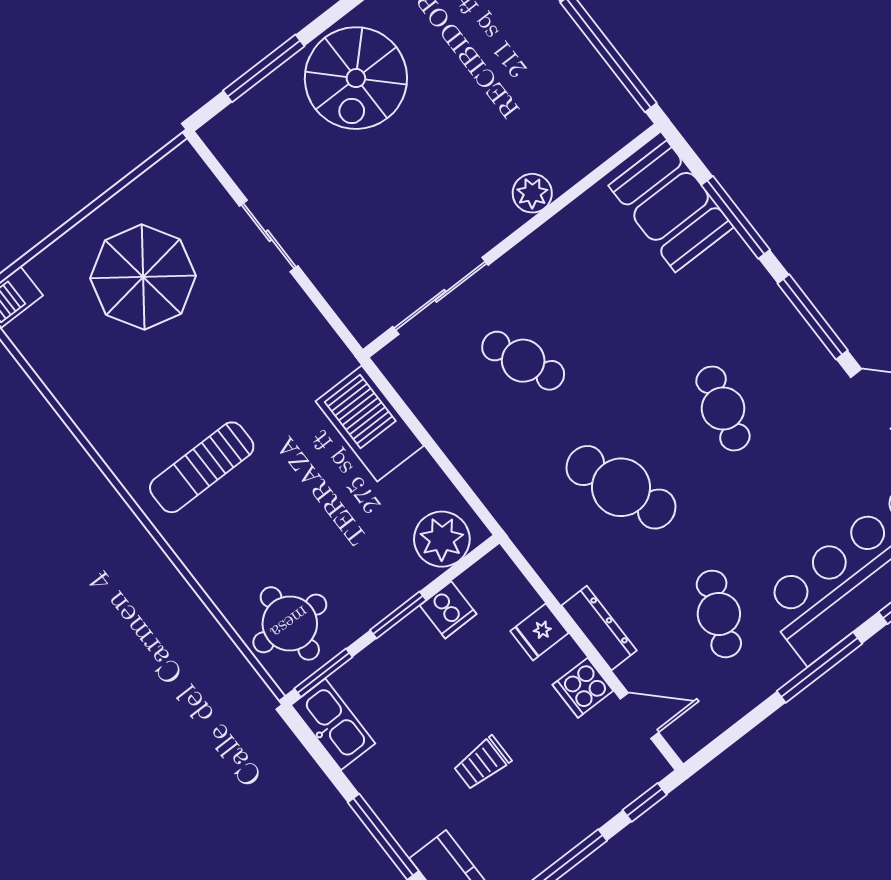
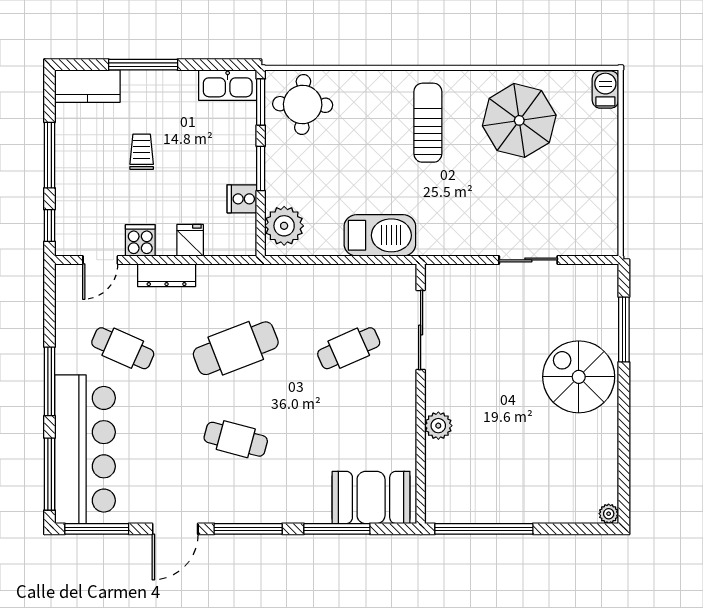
parasol: (143, 277) -> (519, 120), moved

